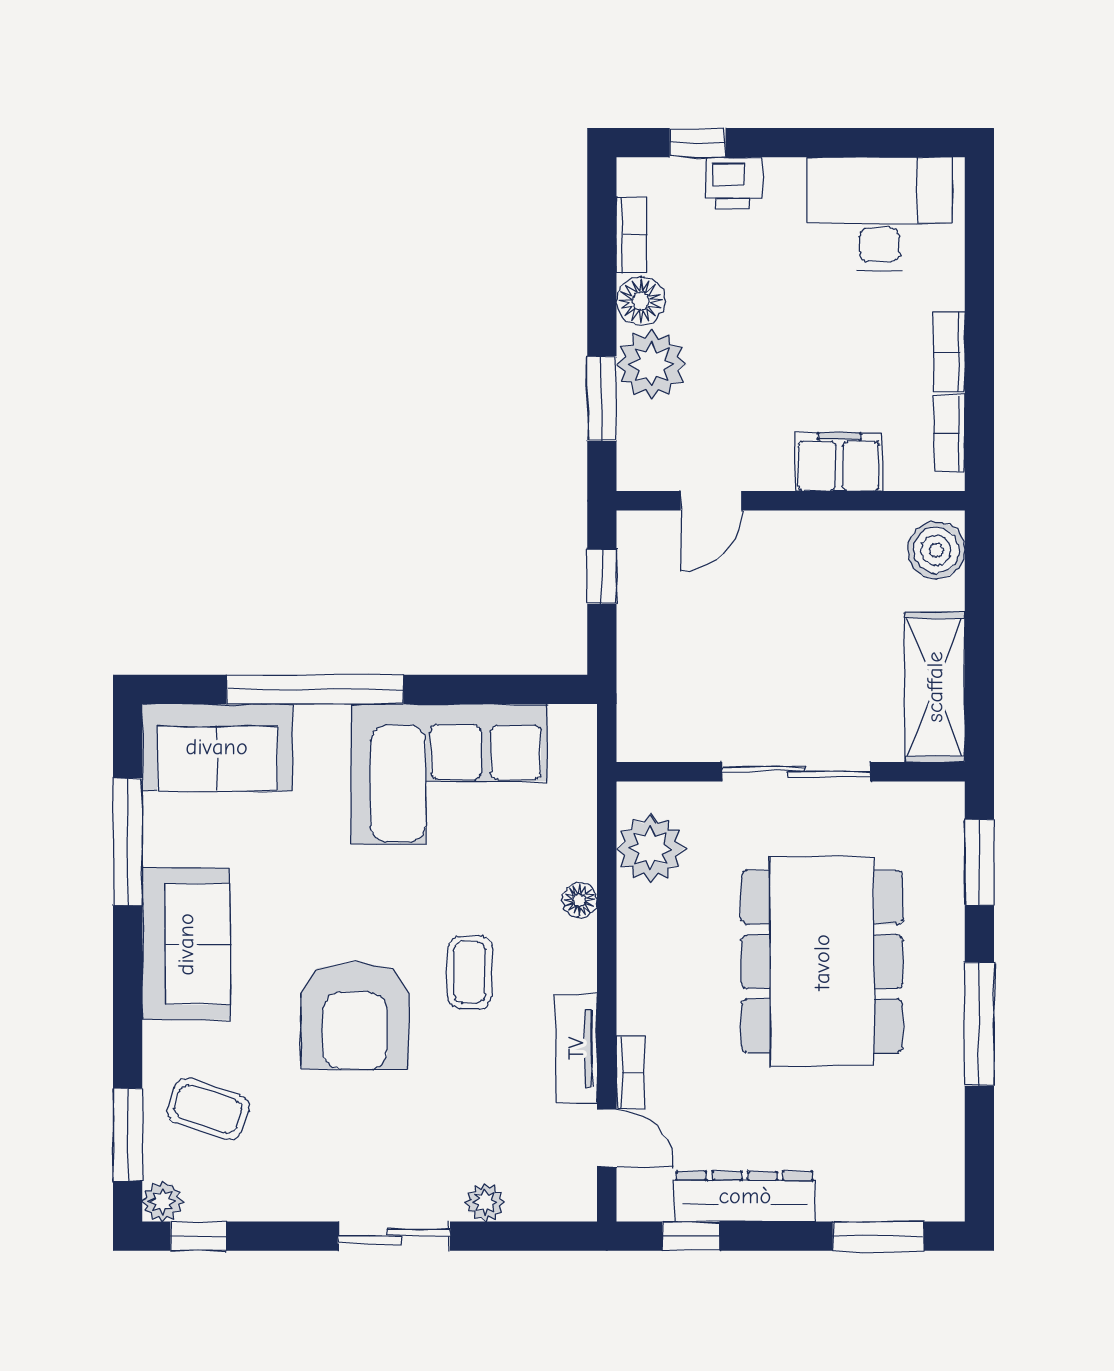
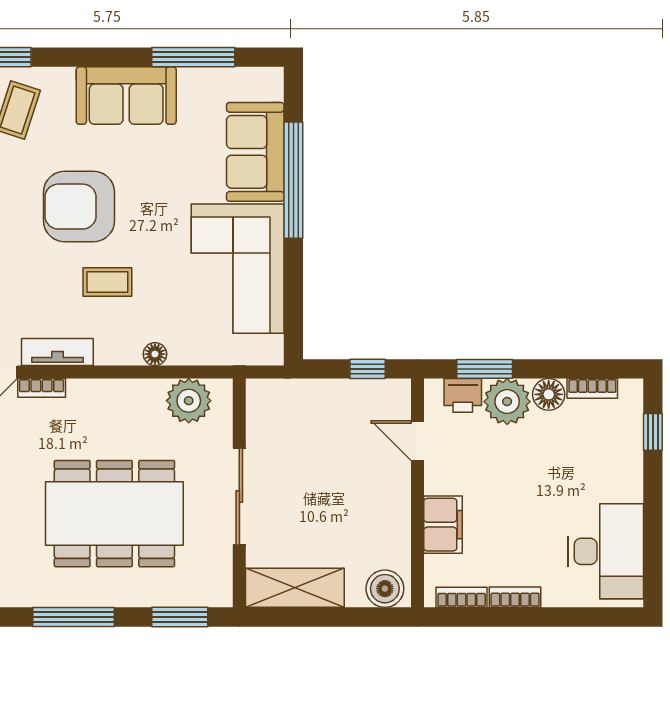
printer: (733, 183) -> (463, 395), moved, turned -90
sofa: (217, 747) -> (255, 152), moved

